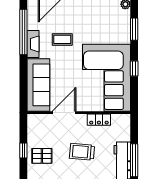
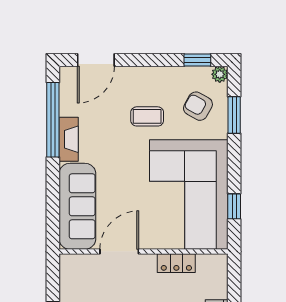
armchair: (112, 24) -> (198, 106), added
coffee table: (62, 39) -> (147, 116), moved
window: (134, 69) -> (234, 206), moved

